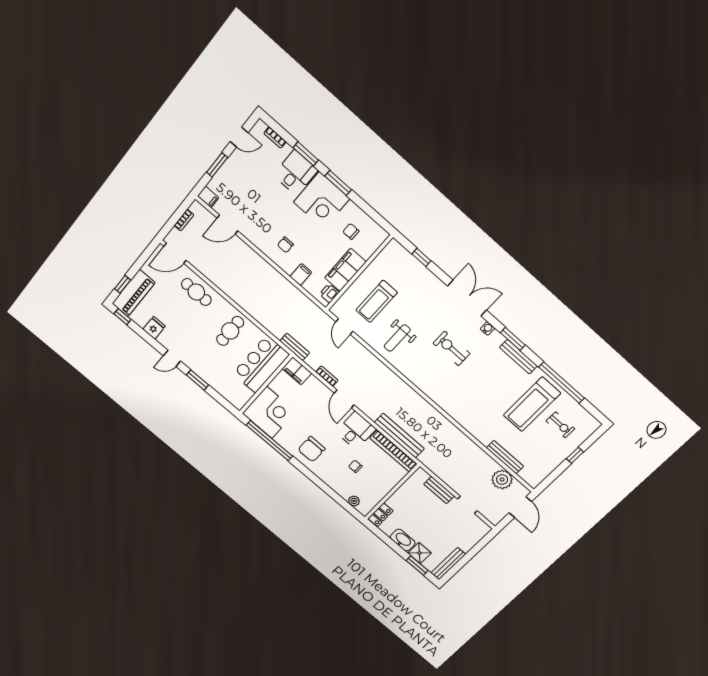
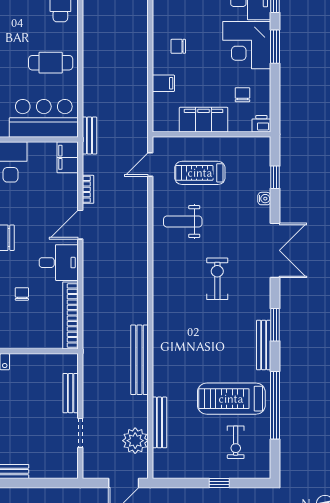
printer: (329, 293) -> (261, 124), moved
water cooler: (487, 328) -> (264, 199), moved
bench: (399, 436) -> (139, 360), moved

